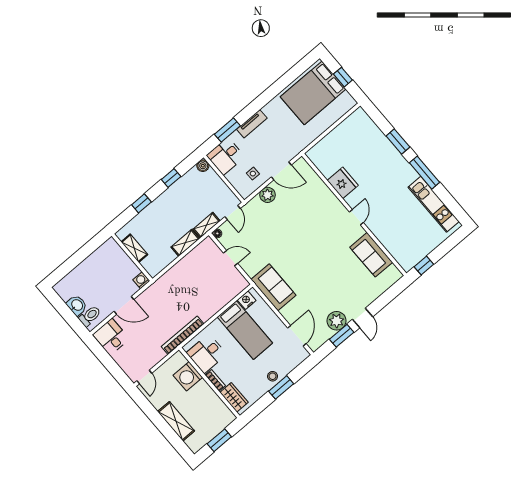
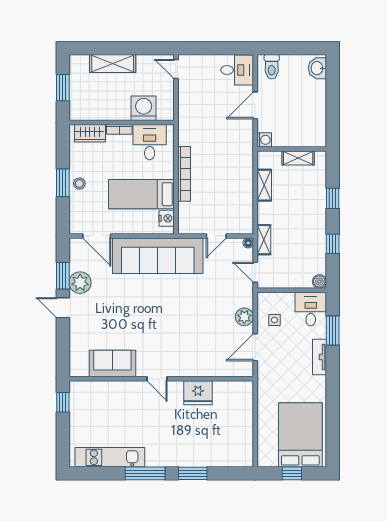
shelving: (185, 243) -> (264, 185), moved
sofa: (273, 287) -> (158, 256), width x1.85, depth x1.27
washbasin: (77, 305) -> (317, 68), moved, turned 90
bookcase: (183, 335) -> (184, 174), moved

